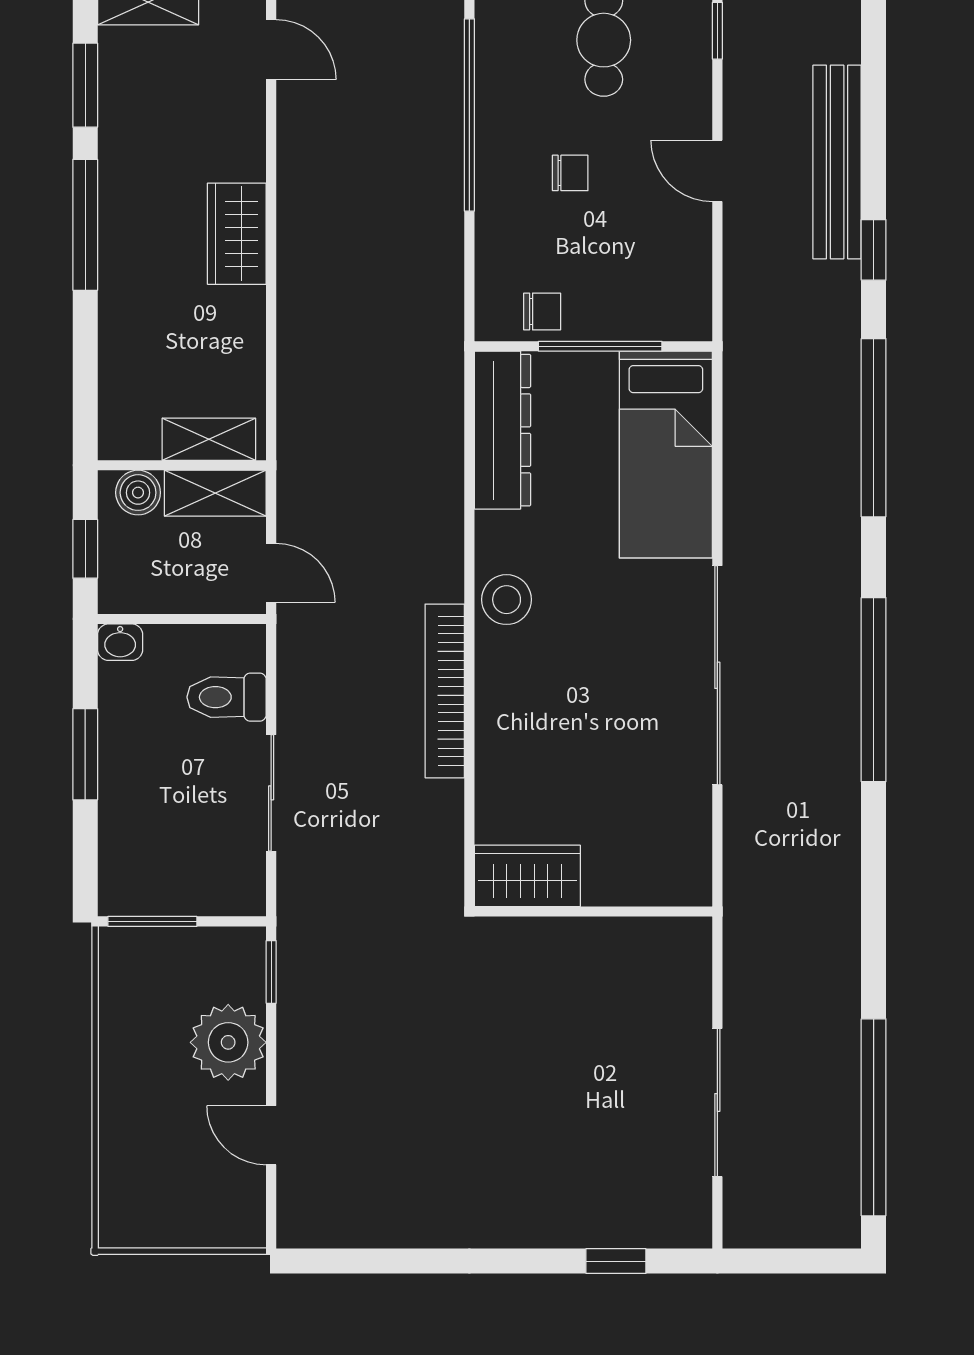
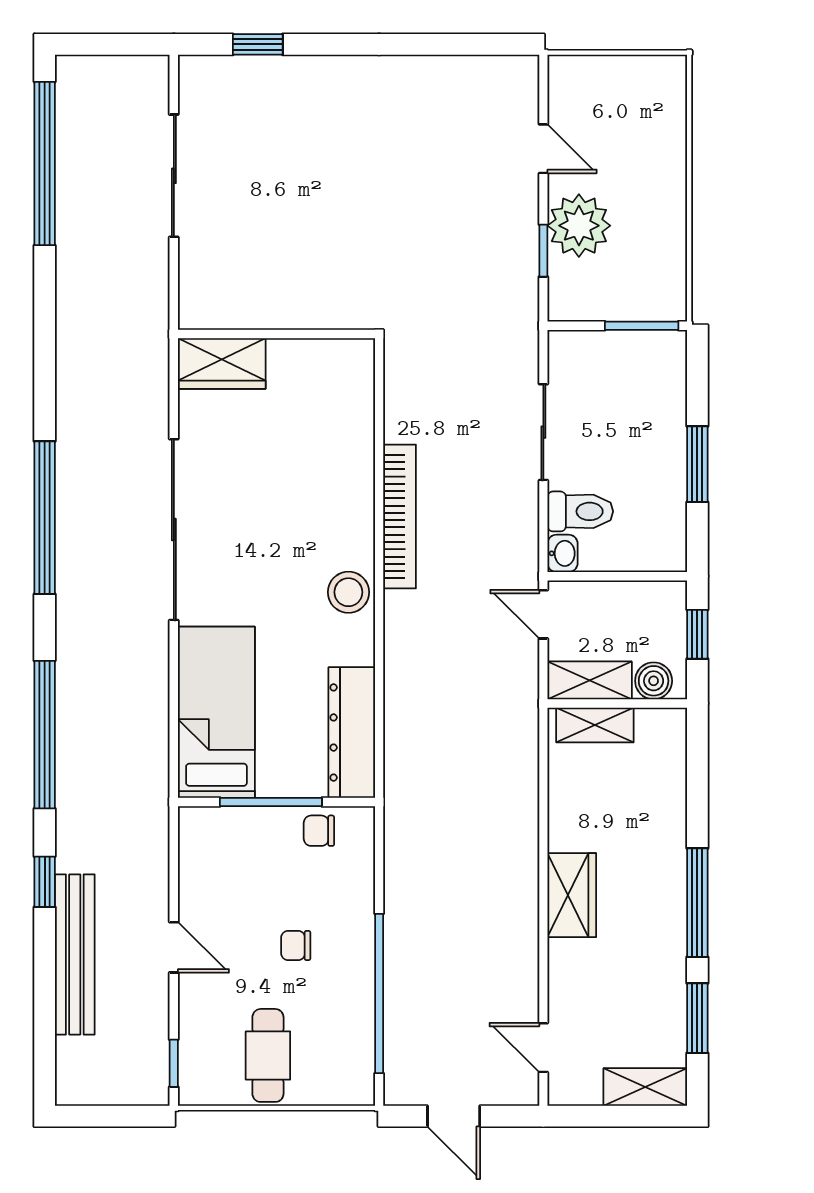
washbasin: (120, 642) -> (563, 553), moved, turned 90
wardrobe: (527, 876) -> (222, 363), moved
window: (271, 972) -> (543, 251), moved

